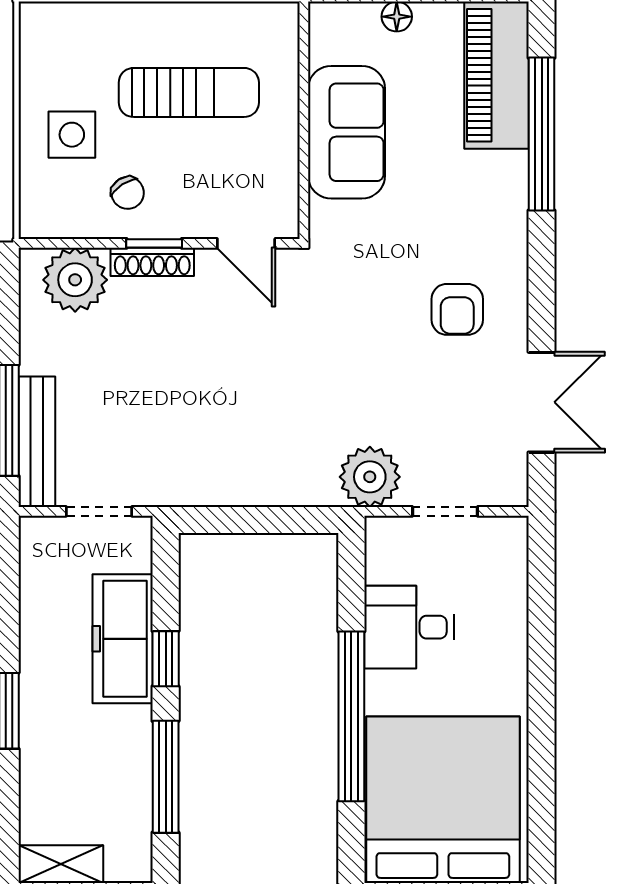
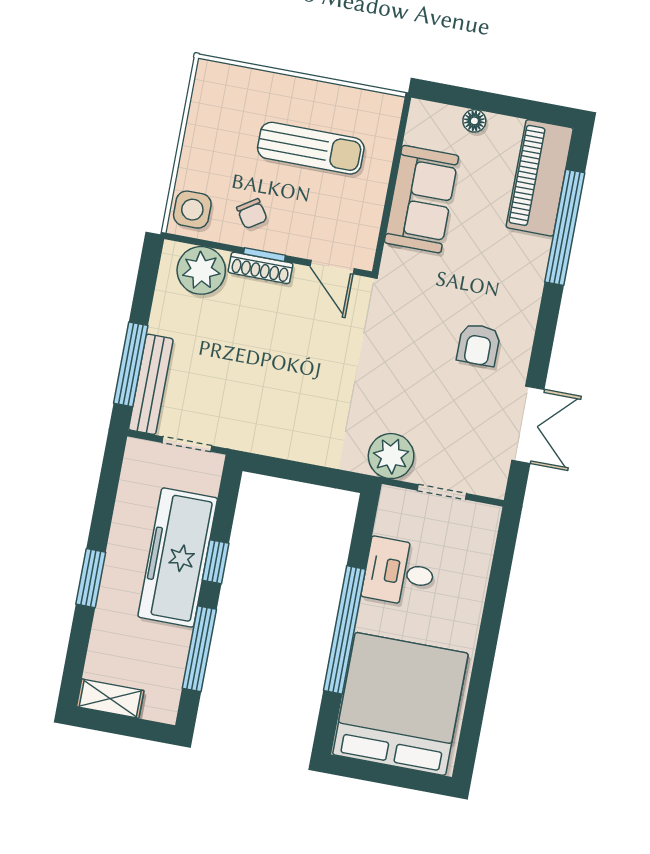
side table: (72, 135) -> (192, 210), moved
freezer: (123, 639) -> (178, 558), width x1.36, depth x1.26

